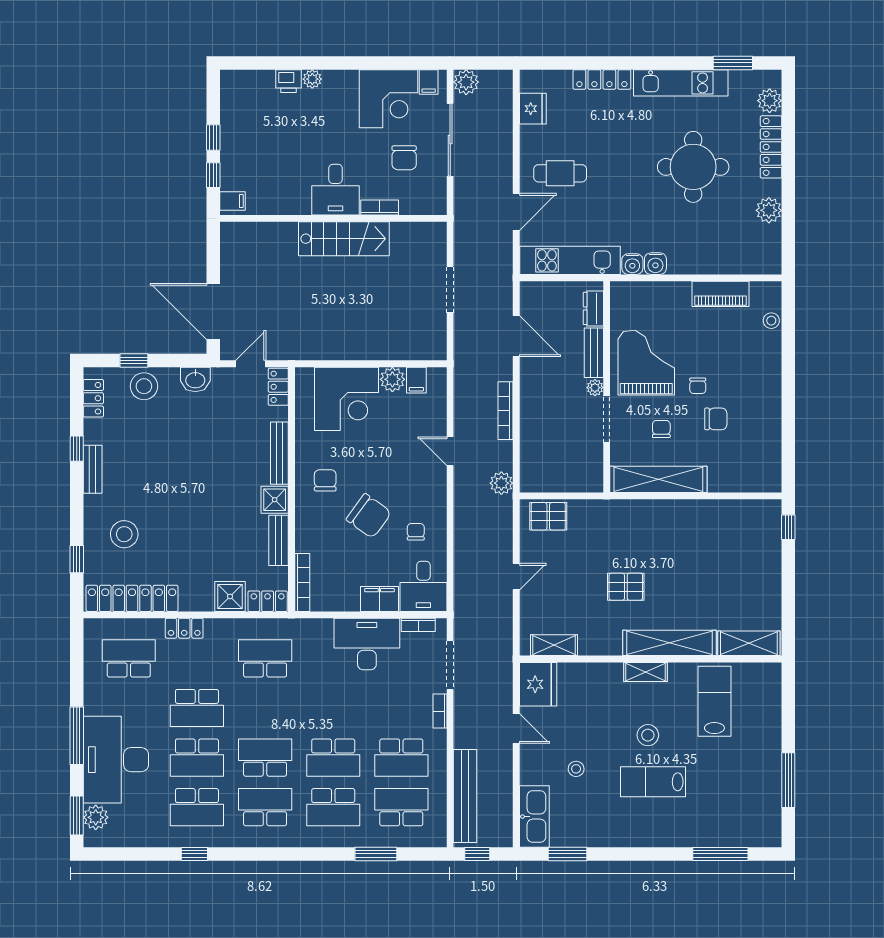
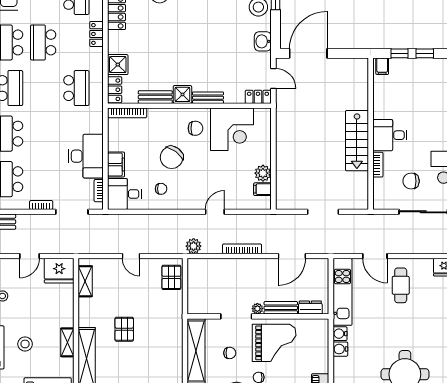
corner desk: (346, 399) -> (232, 129), moved, turned -90
bench: (279, 453) -> (208, 98), width x0.73

